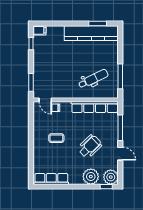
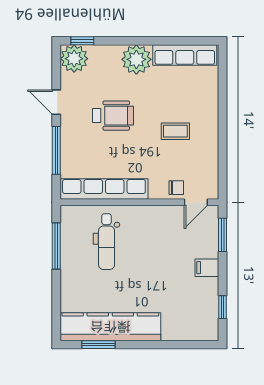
filing cabinet: (39, 30) -> (207, 268), moved
dental chair: (93, 79) -> (107, 242), turned -64
door: (45, 100) -> (196, 202), swing flipped
wheelchair: (90, 146) -> (113, 116), turned -136
plant: (91, 177) -> (136, 59), moved

